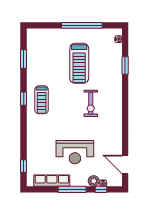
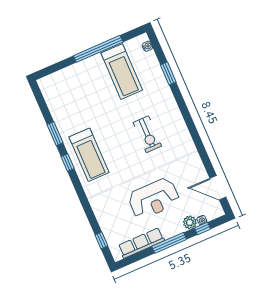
window: (24, 59) -> (55, 134), moved
treadmill: (79, 63) -> (122, 72), moved
treadmill: (42, 100) -> (89, 155), width x1.37, depth x1.38

